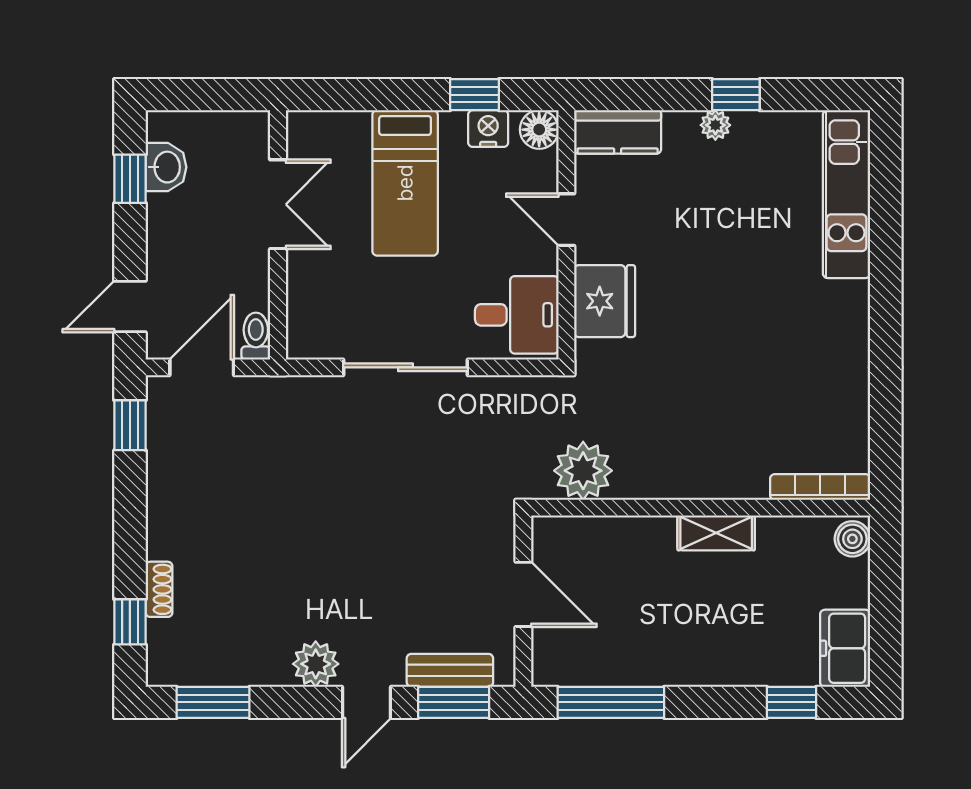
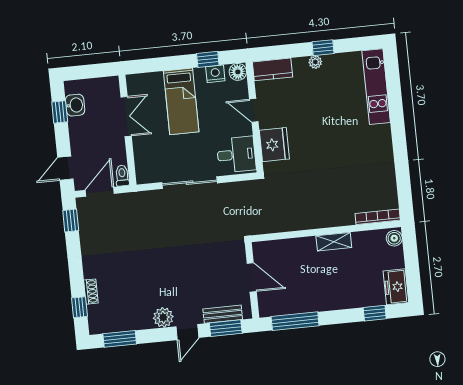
plant: (583, 471) -> (272, 220), removed

